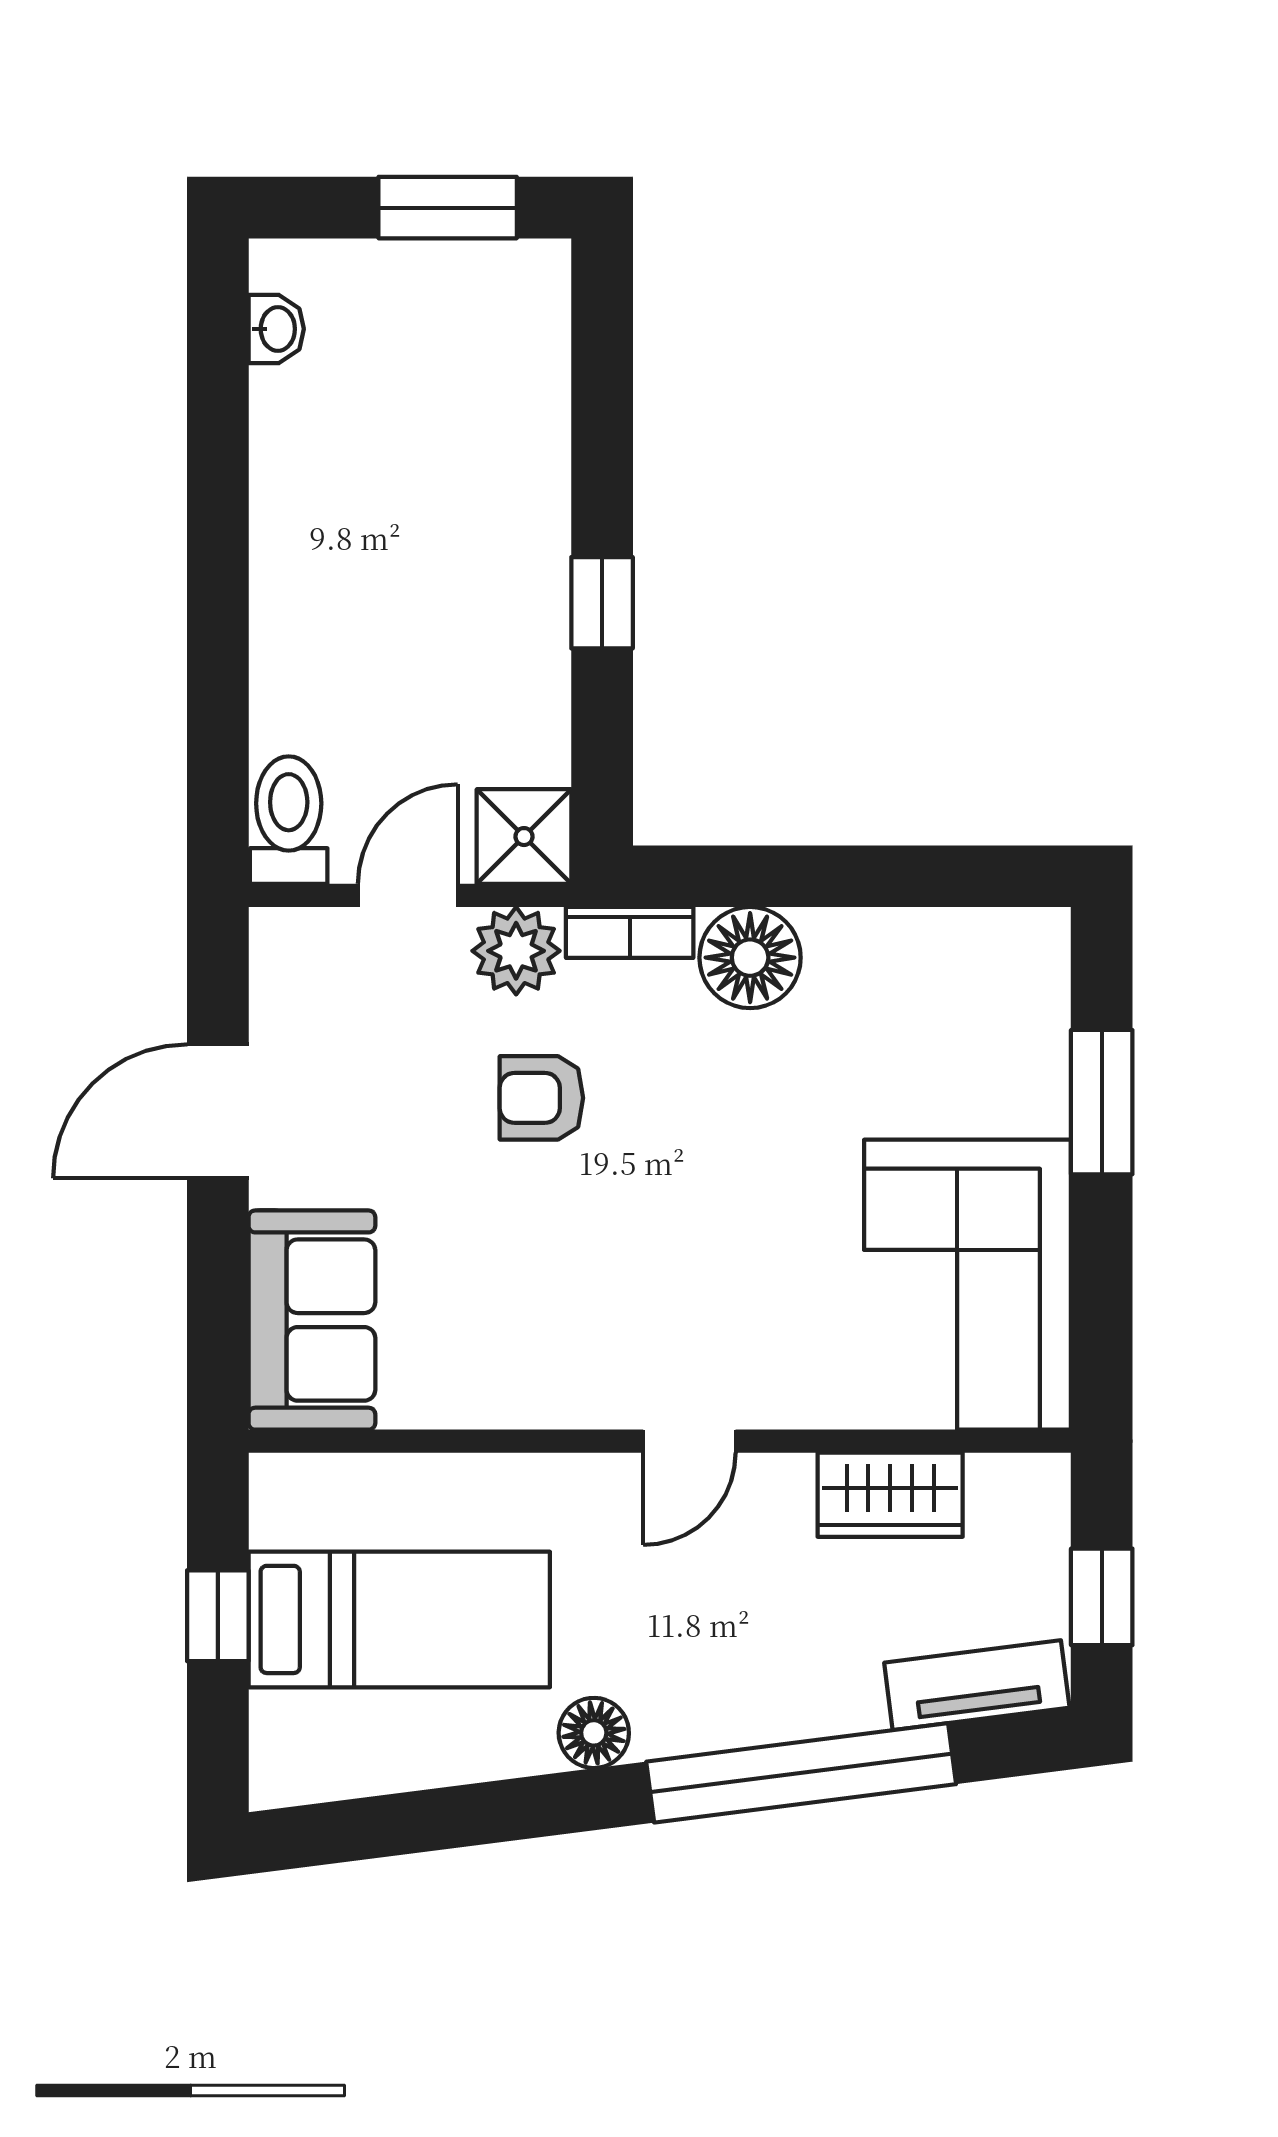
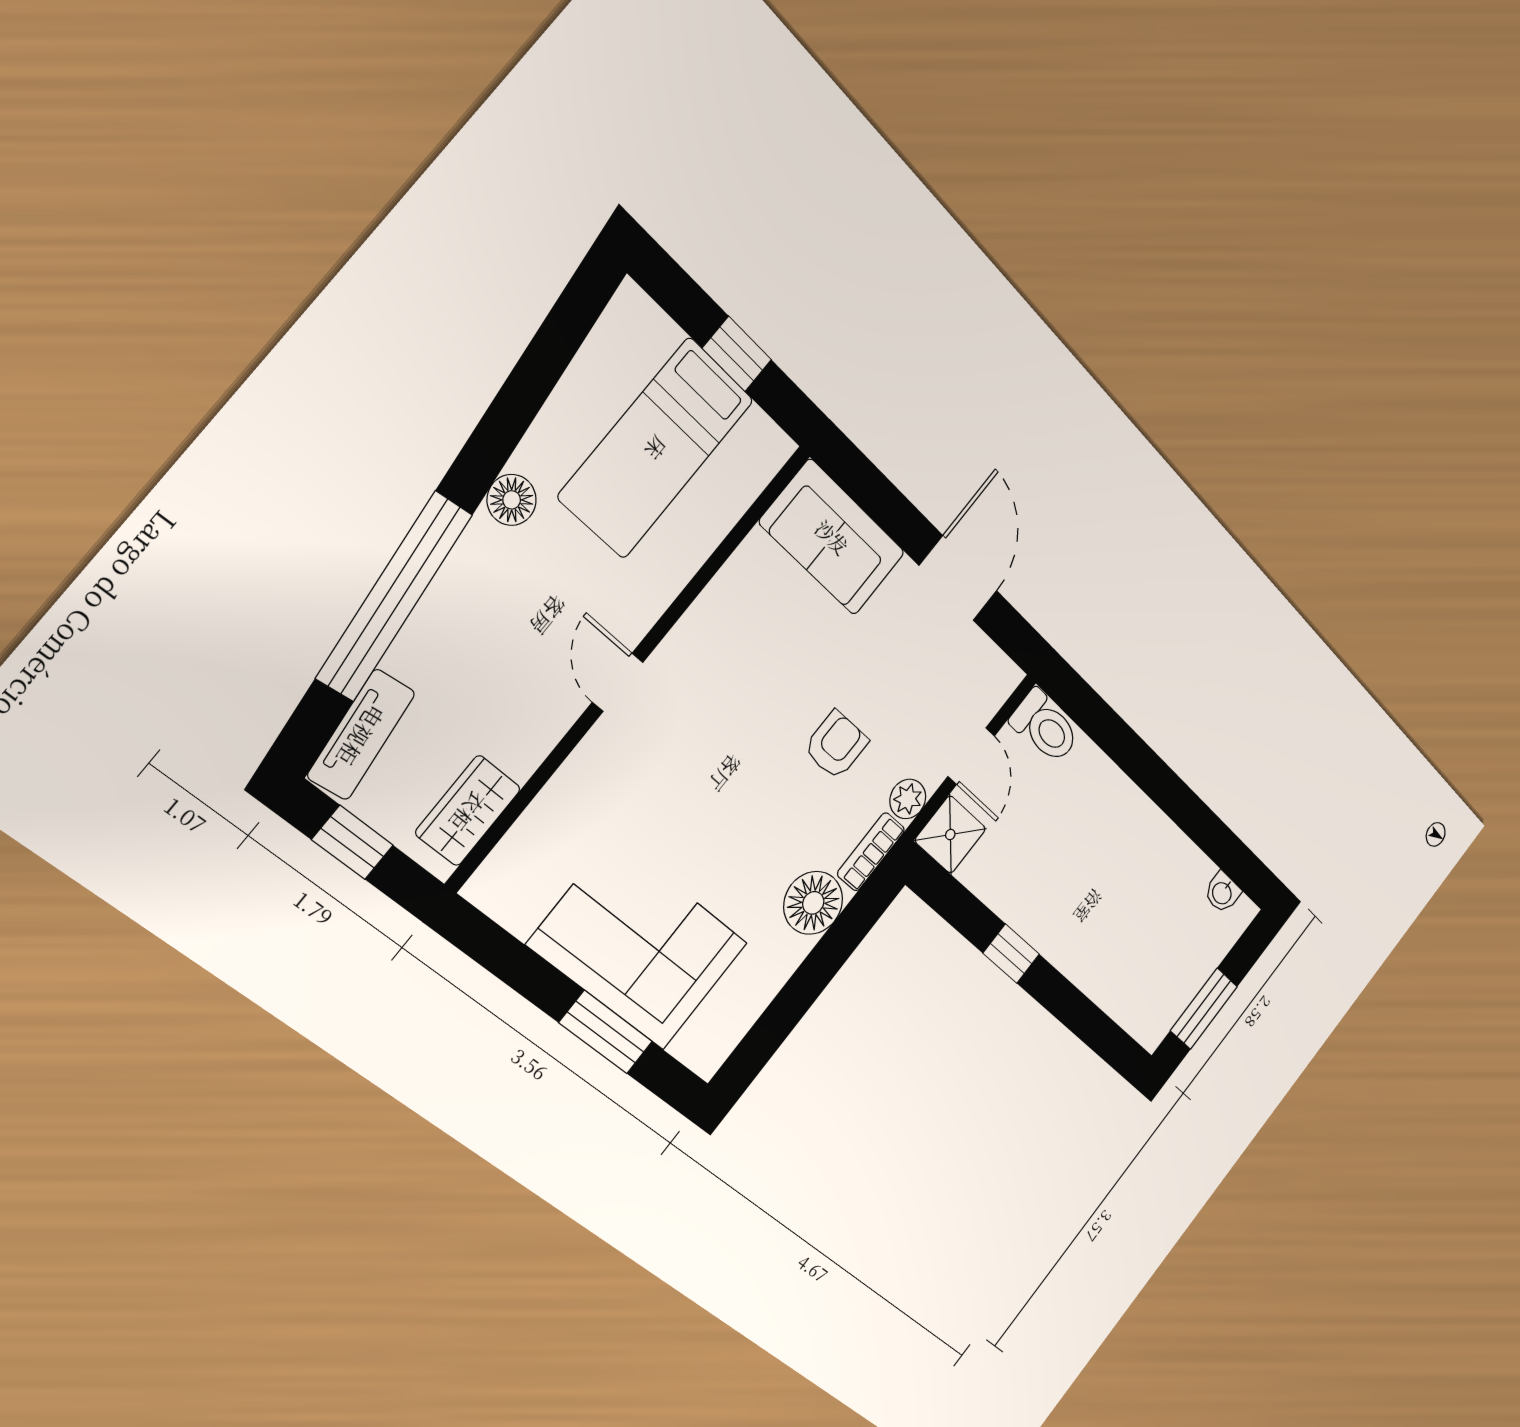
plant: (516, 951) -> (908, 799), width x0.73, depth x0.73
corner sofa: (967, 1285) -> (639, 944), moved
wardrobe: (890, 1495) -> (468, 811), moved

